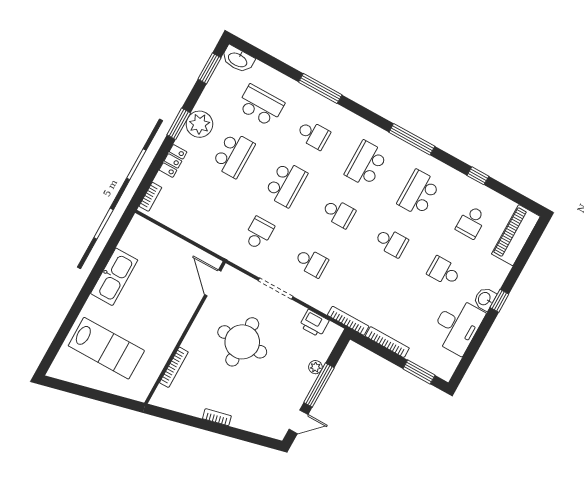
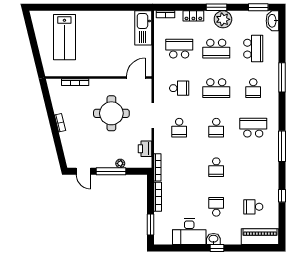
school desk: (419, 193) -> (179, 49), moved
kitchen sink: (114, 277) -> (143, 28), moved, turned 90

